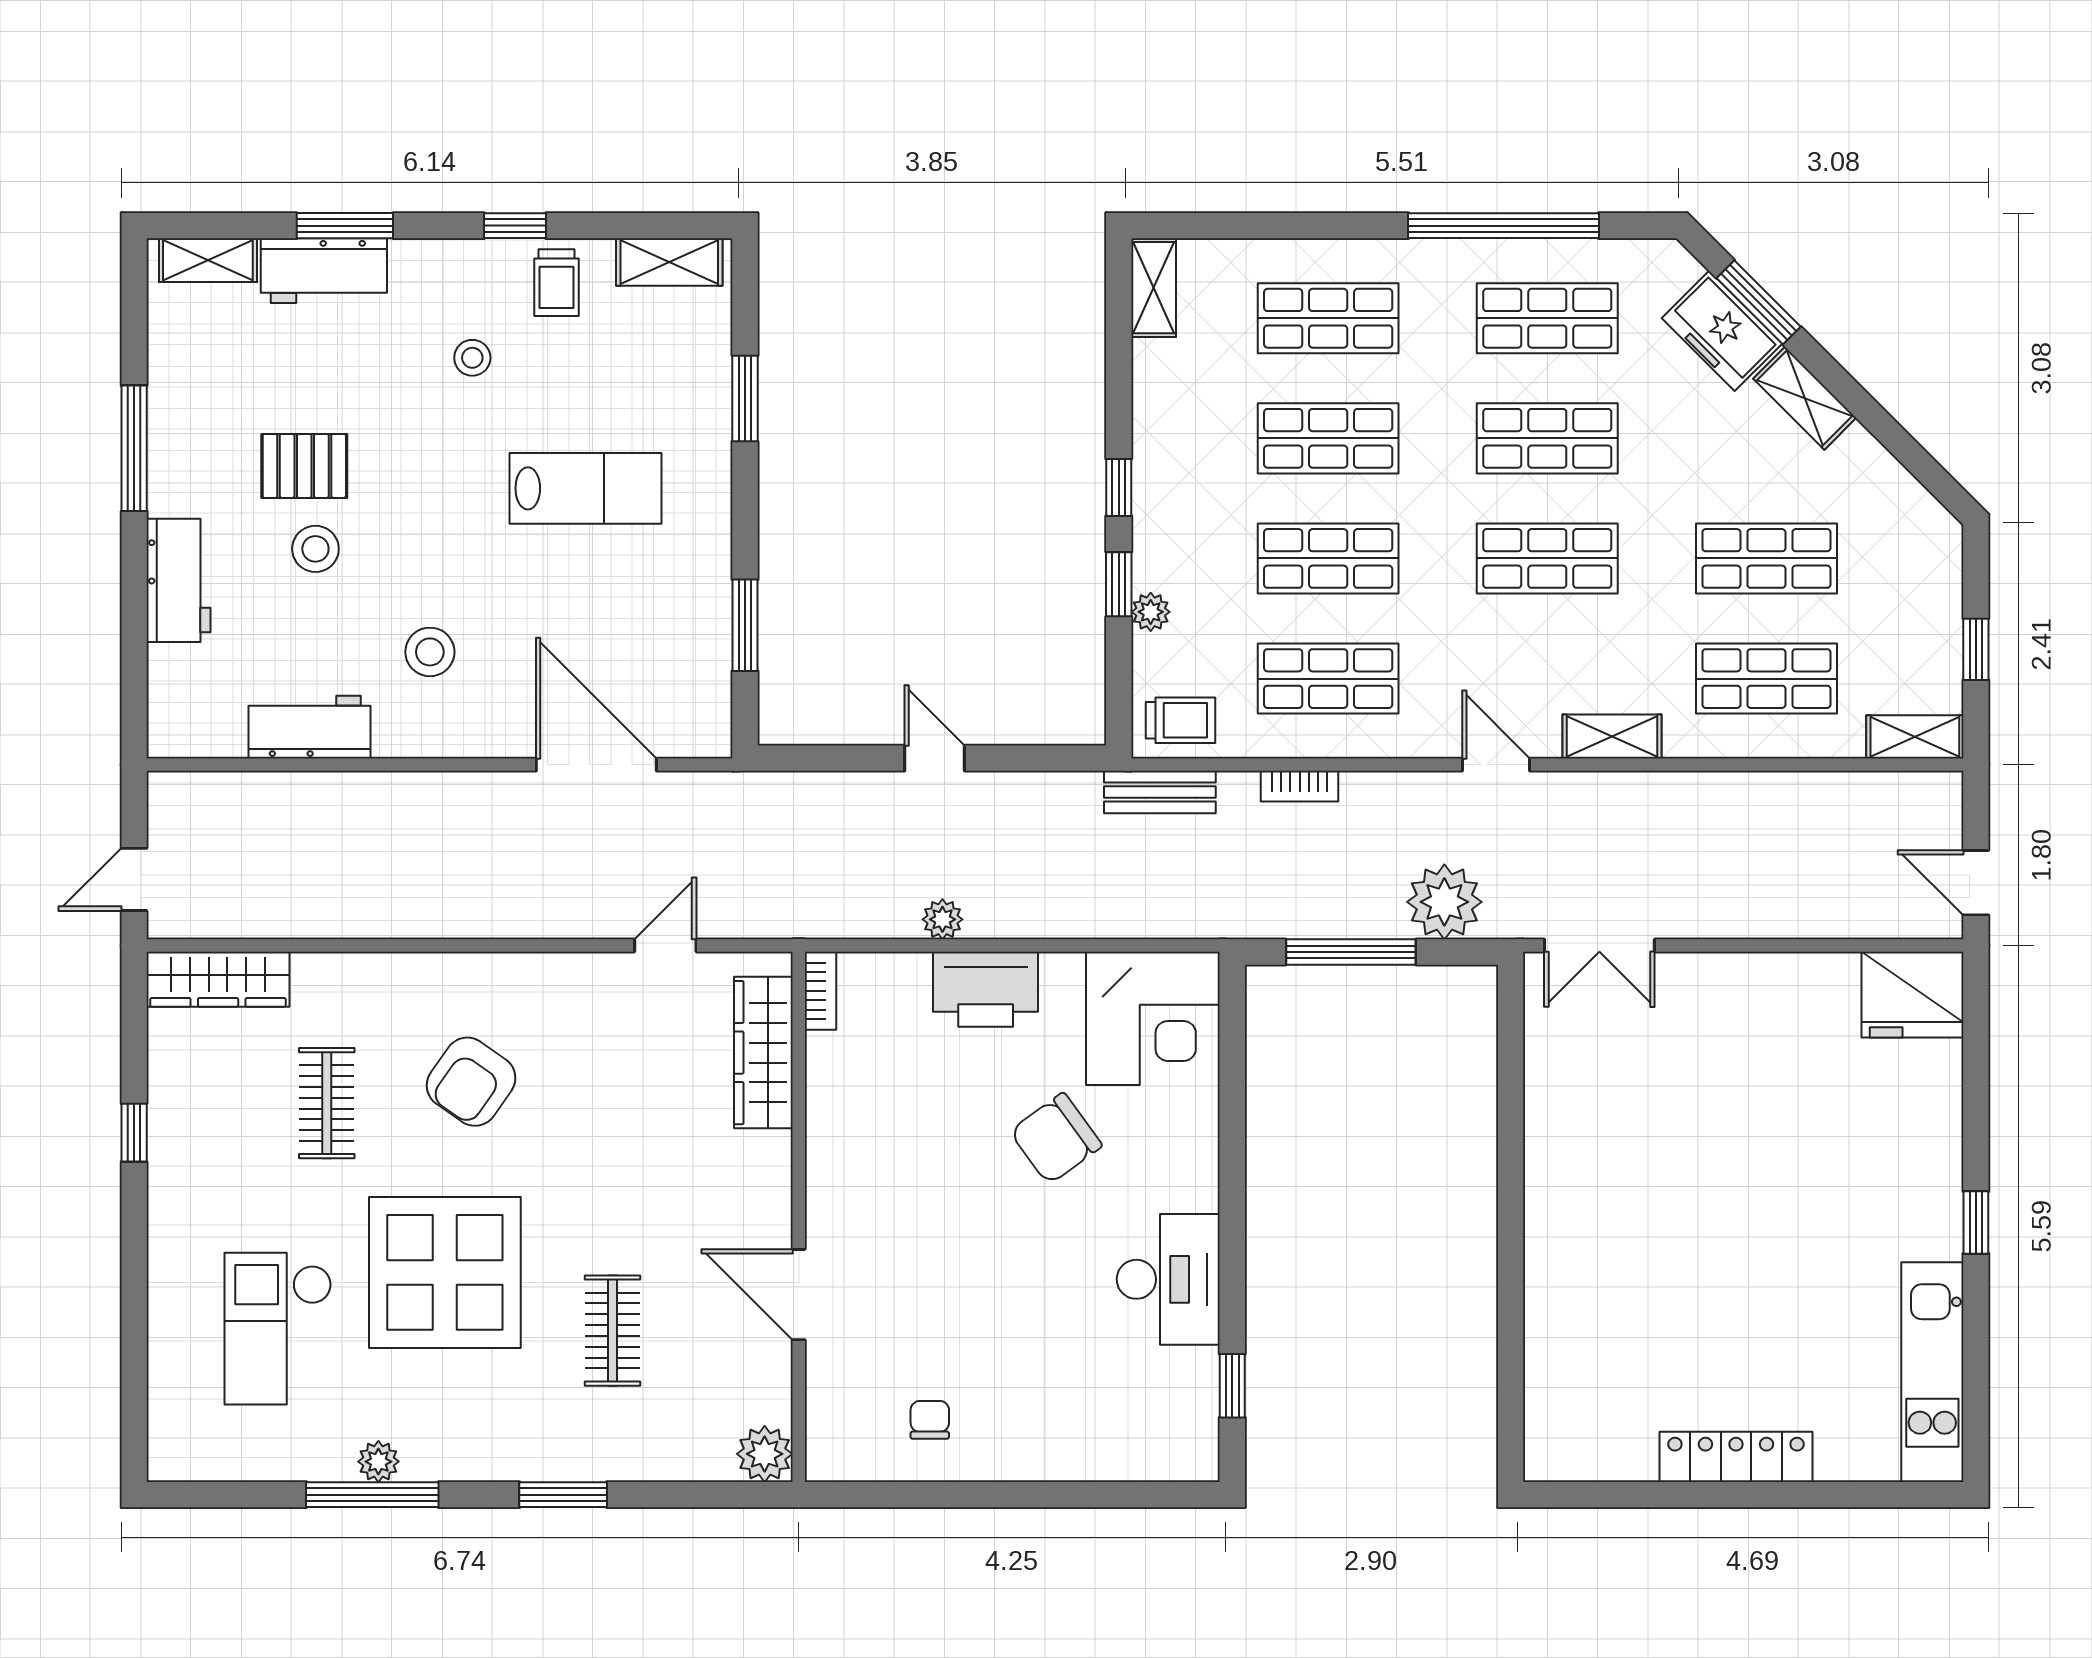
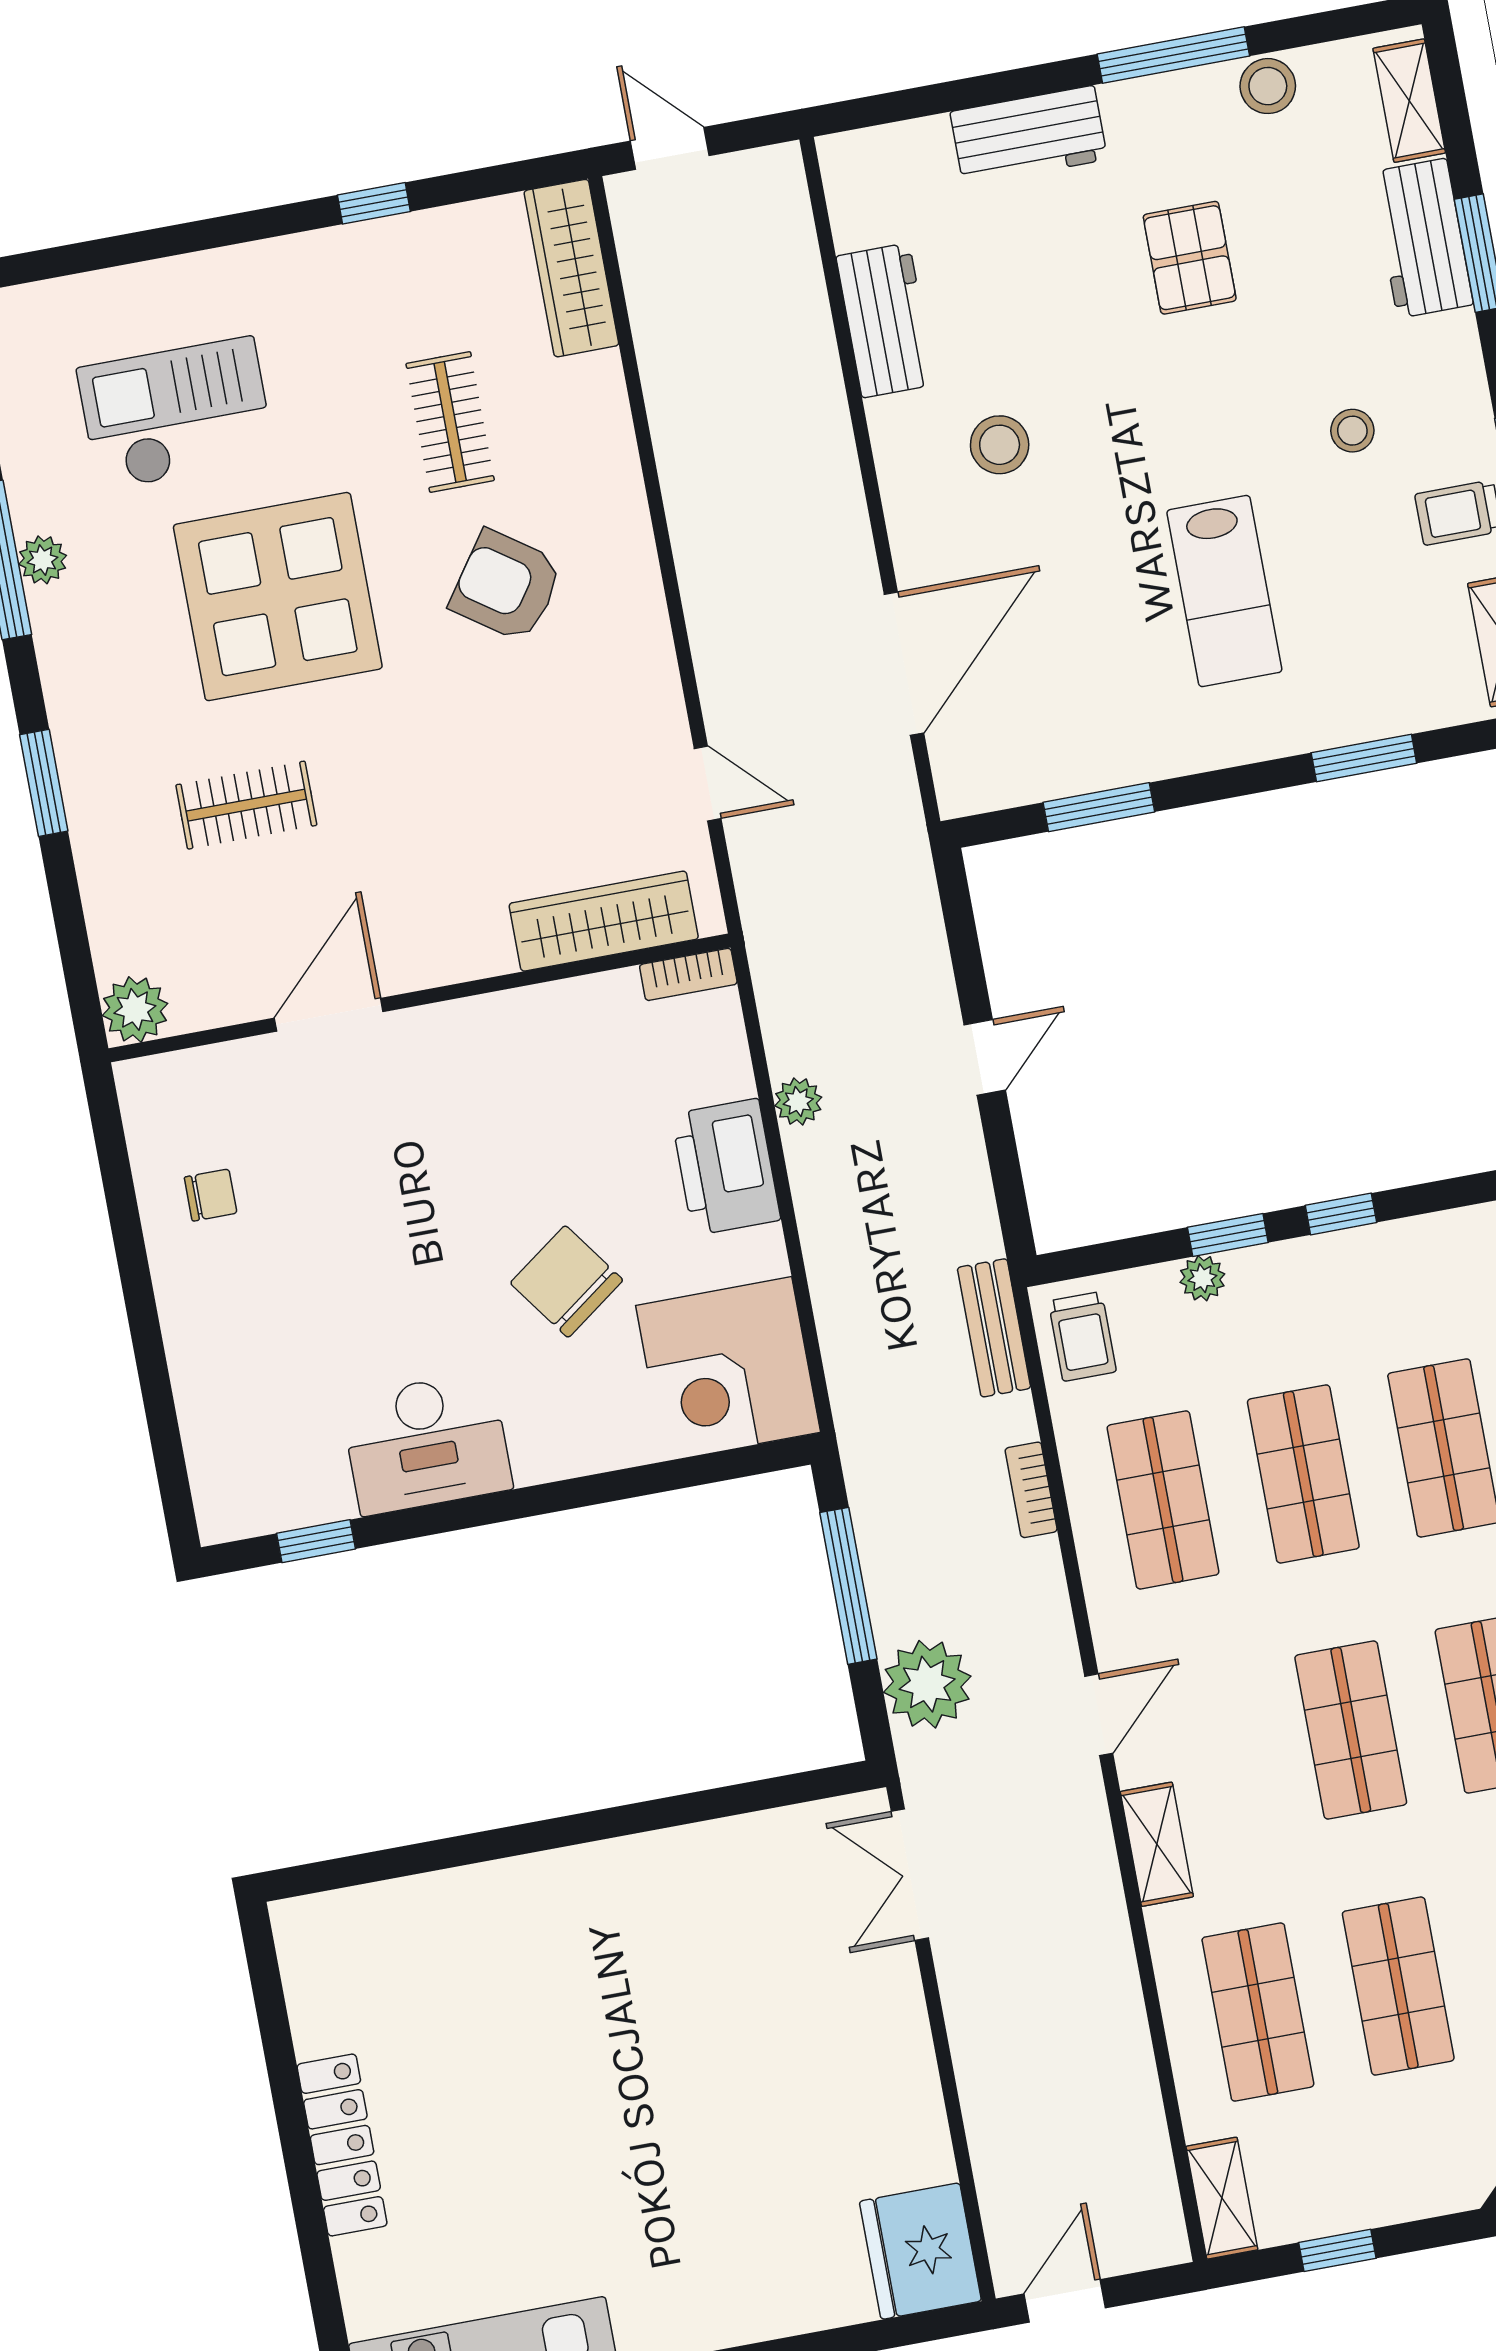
stool: (315, 549) -> (1268, 86), moved
clothes rail: (327, 1103) -> (450, 422), turned 90

